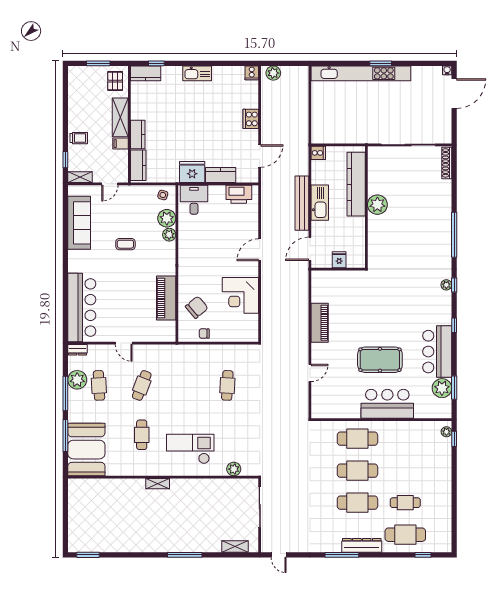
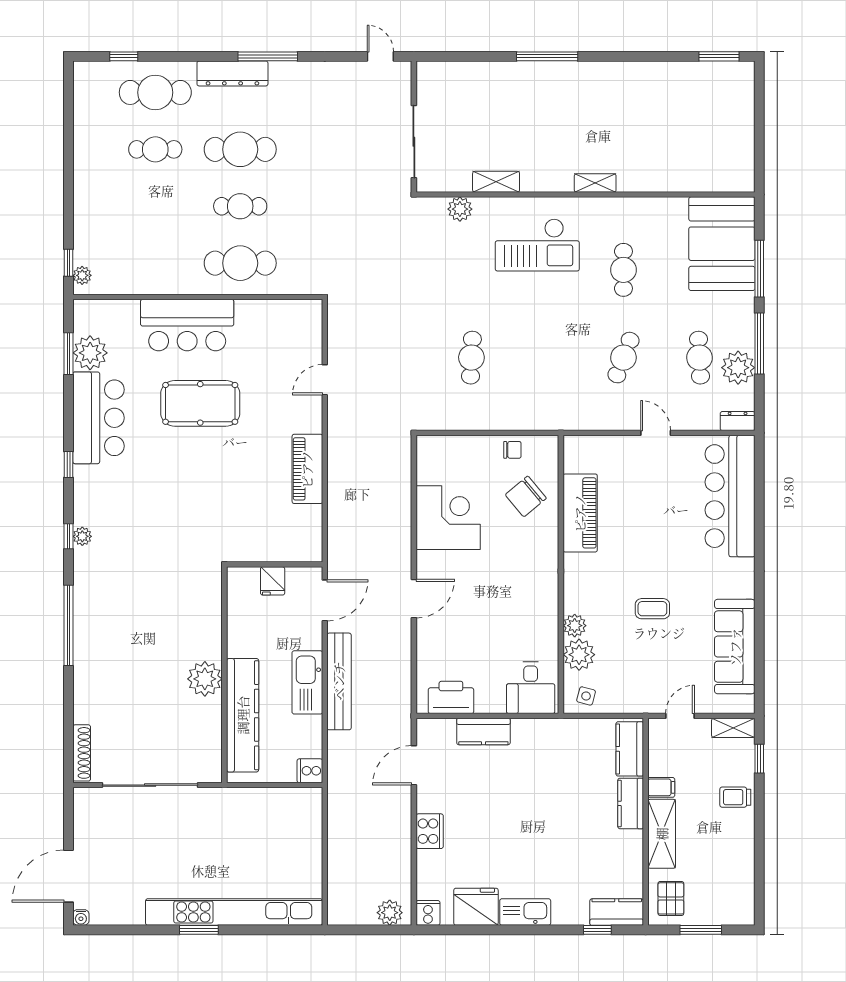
fridge: (192, 172) -> (476, 907), moved, turned 180
cafe table: (357, 471) -> (240, 206), width x0.73, depth x0.74
shelving: (235, 547) -> (496, 182), moved

